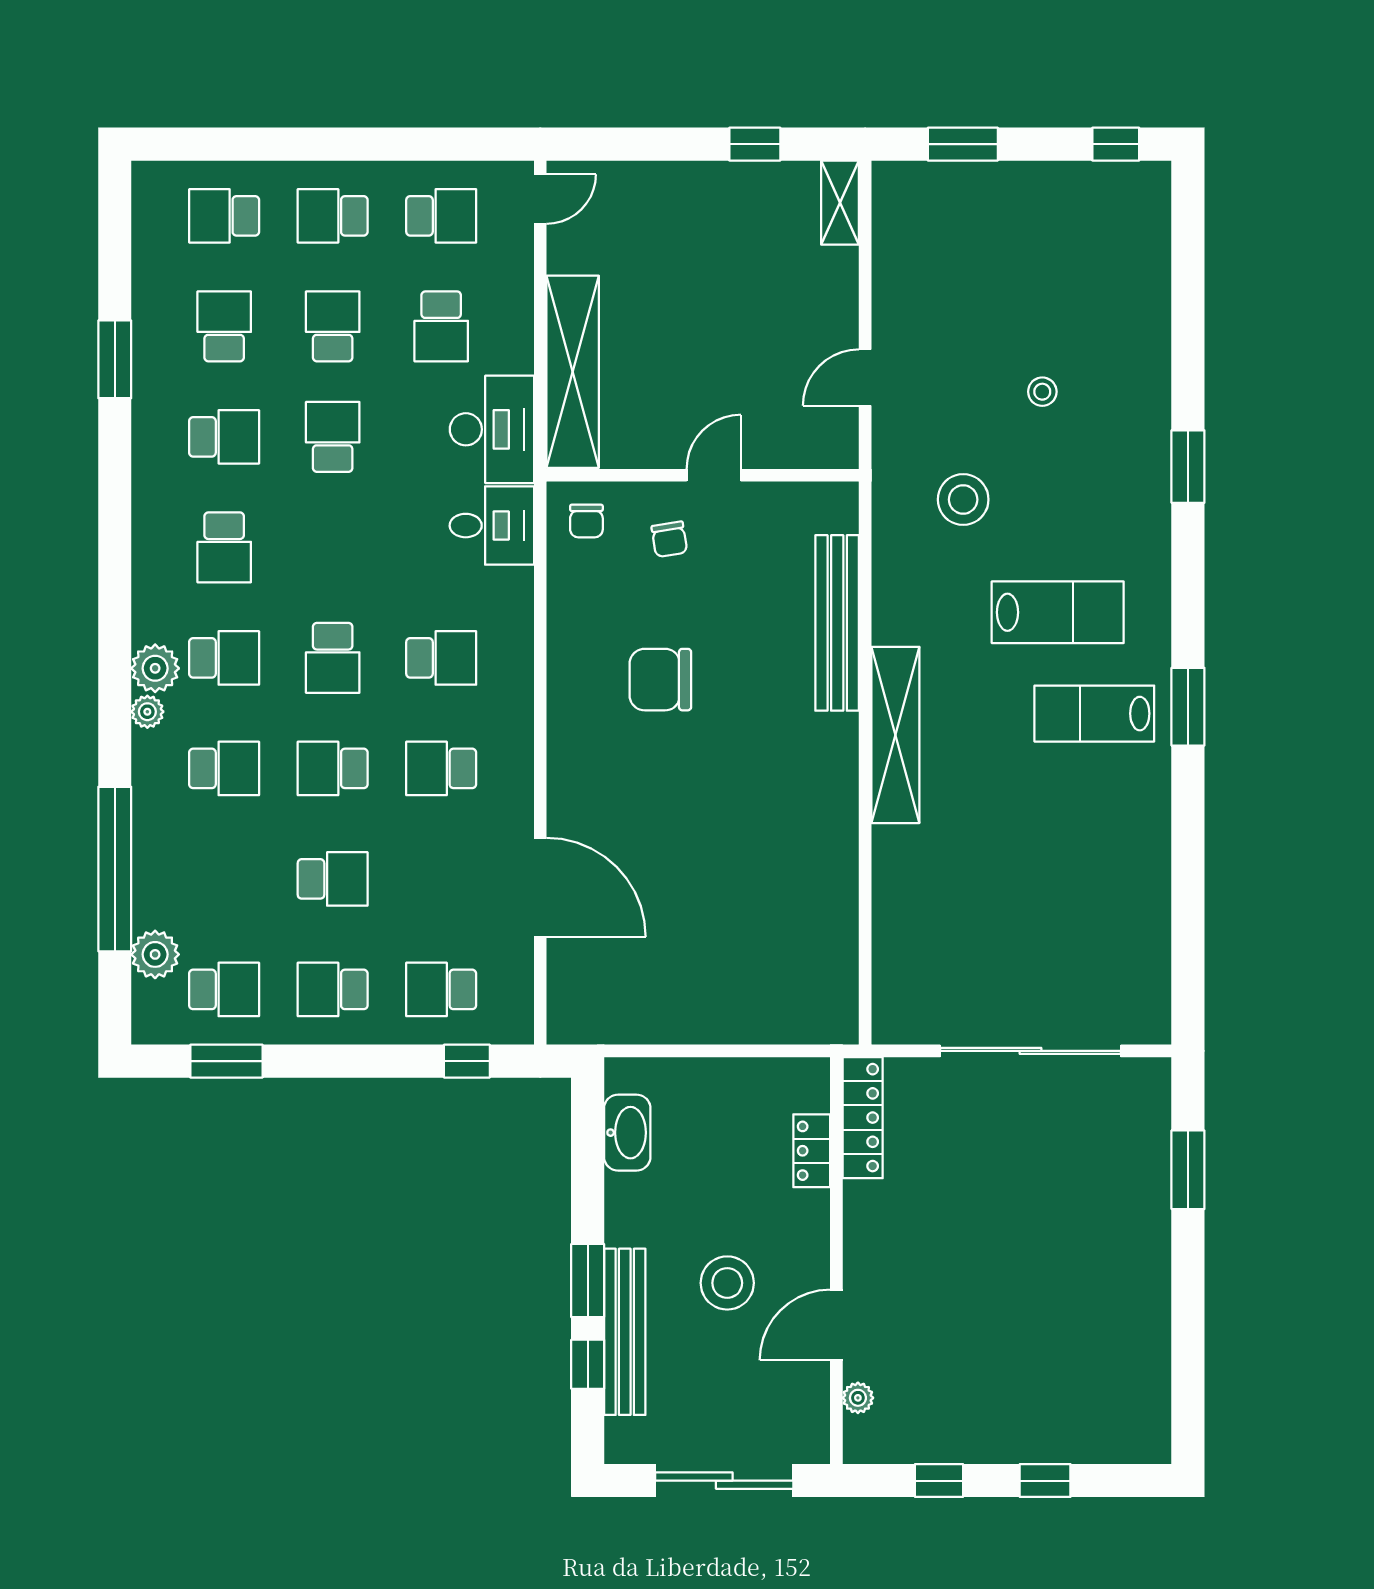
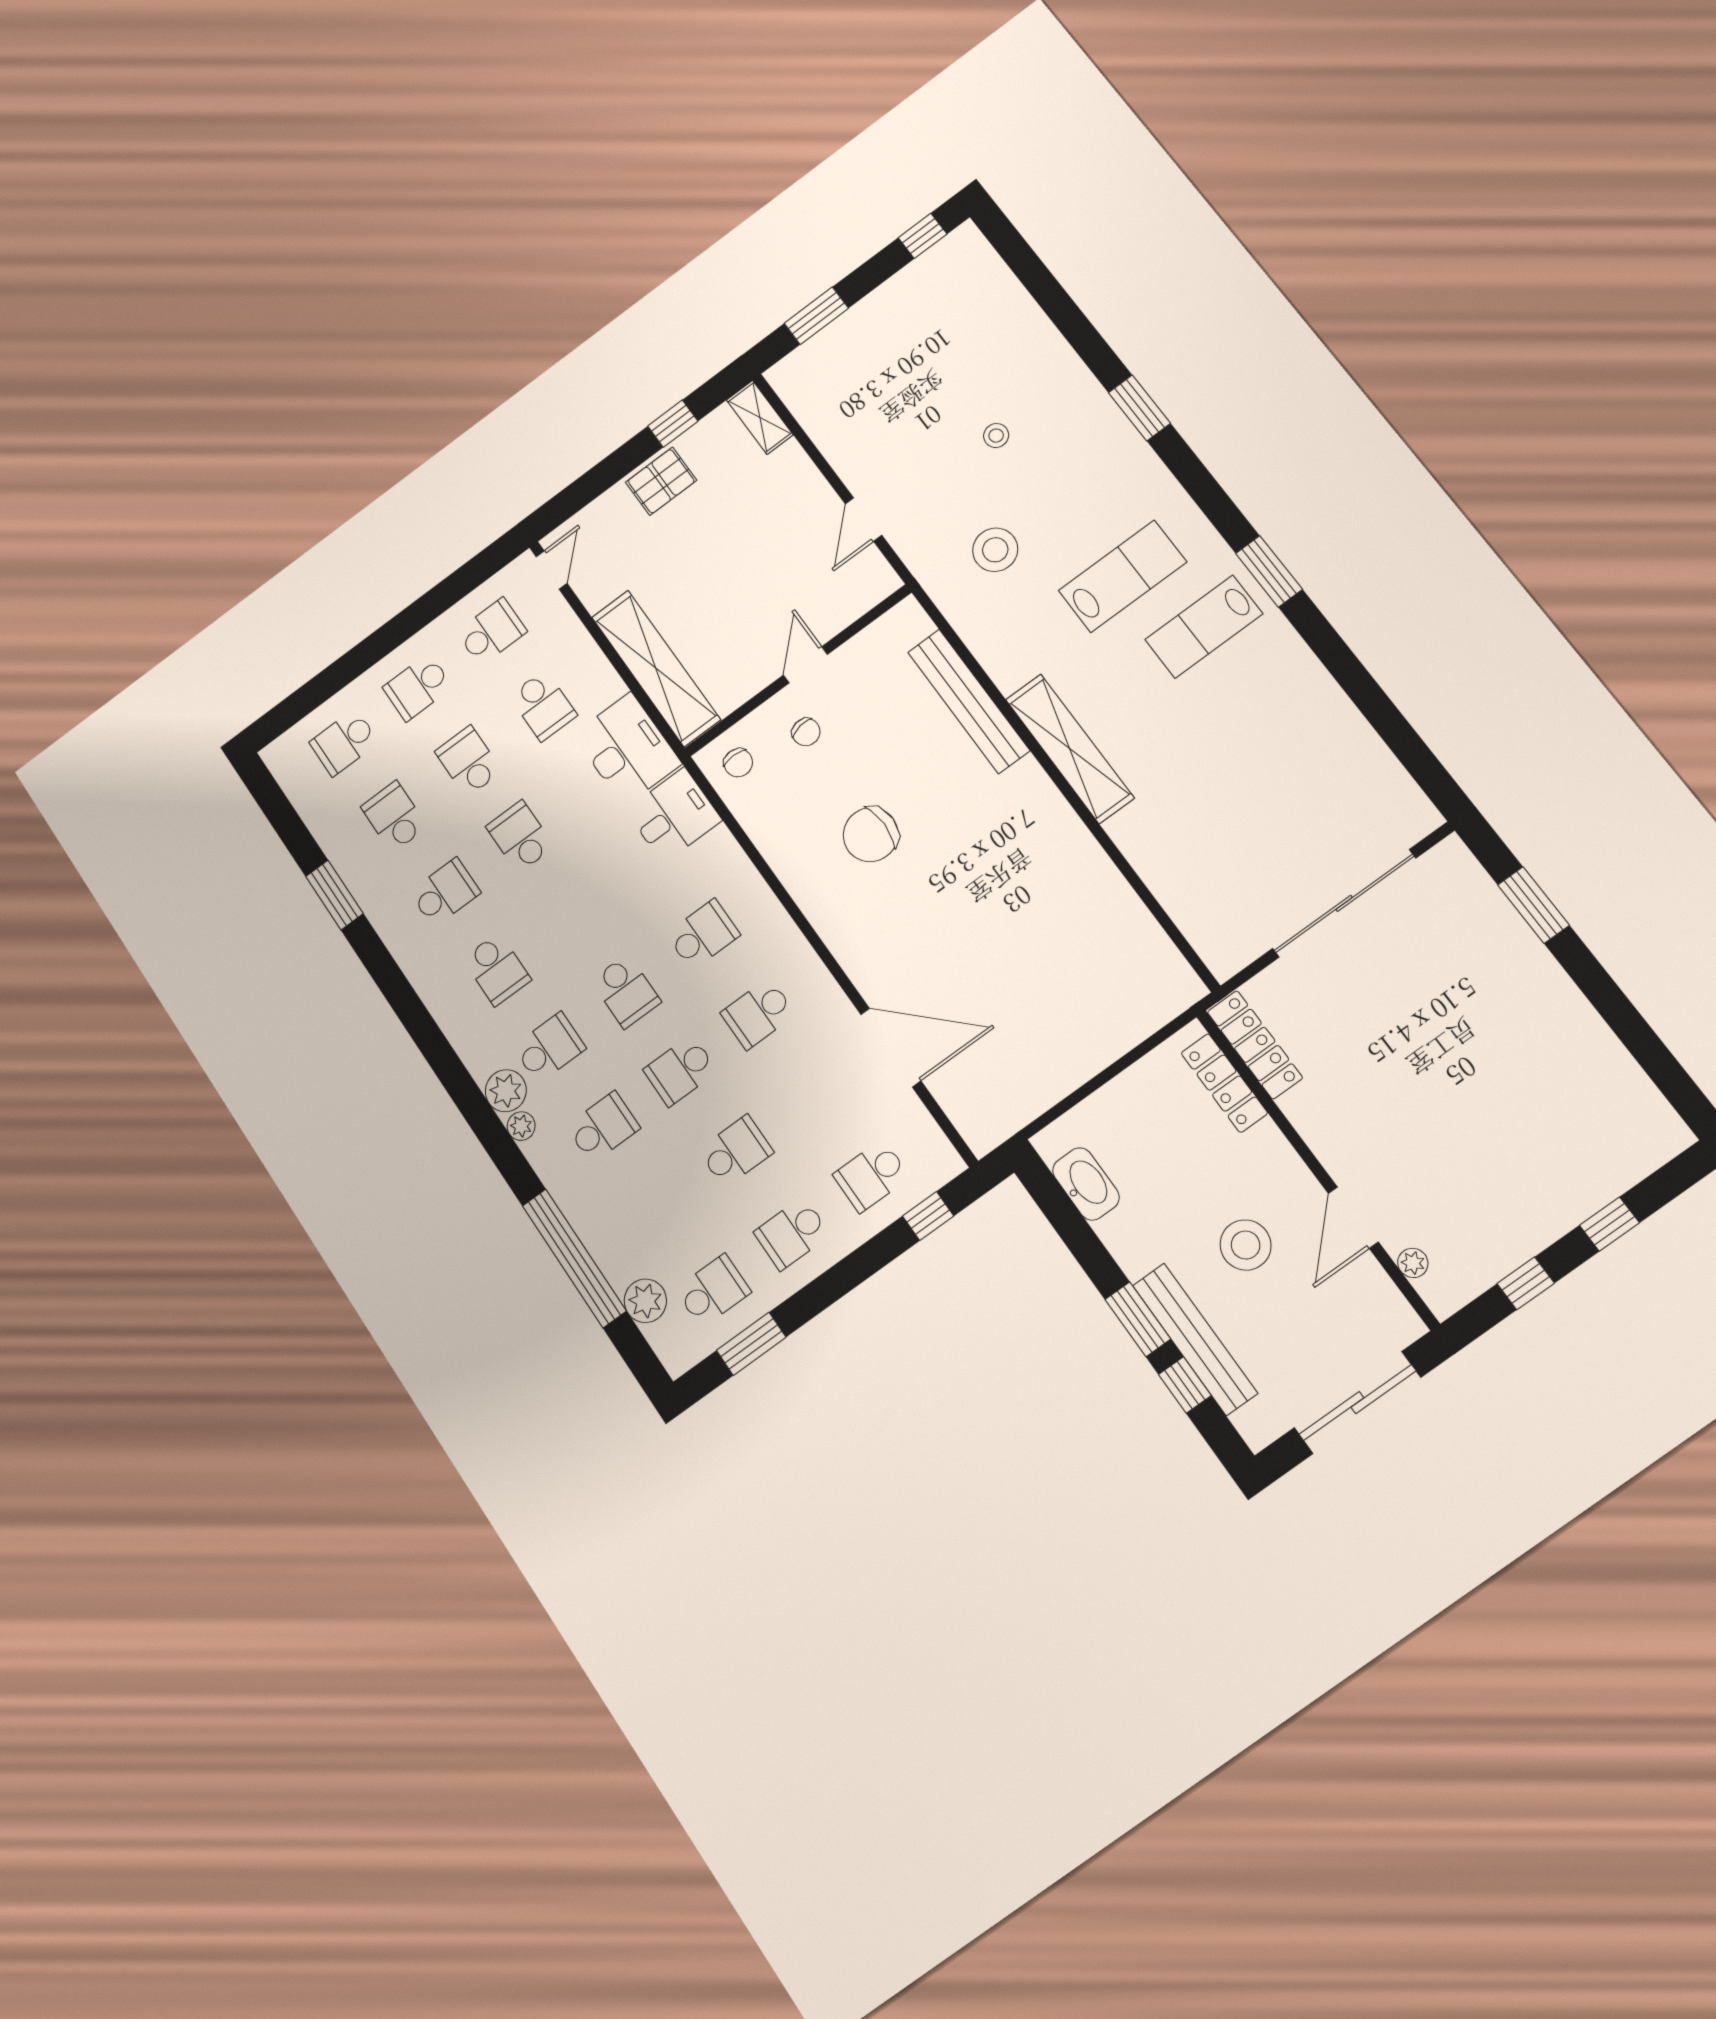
pallet: (704, 193) -> (661, 481), added
locker: (812, 1151) -> (1224, 1083), width x1.53

